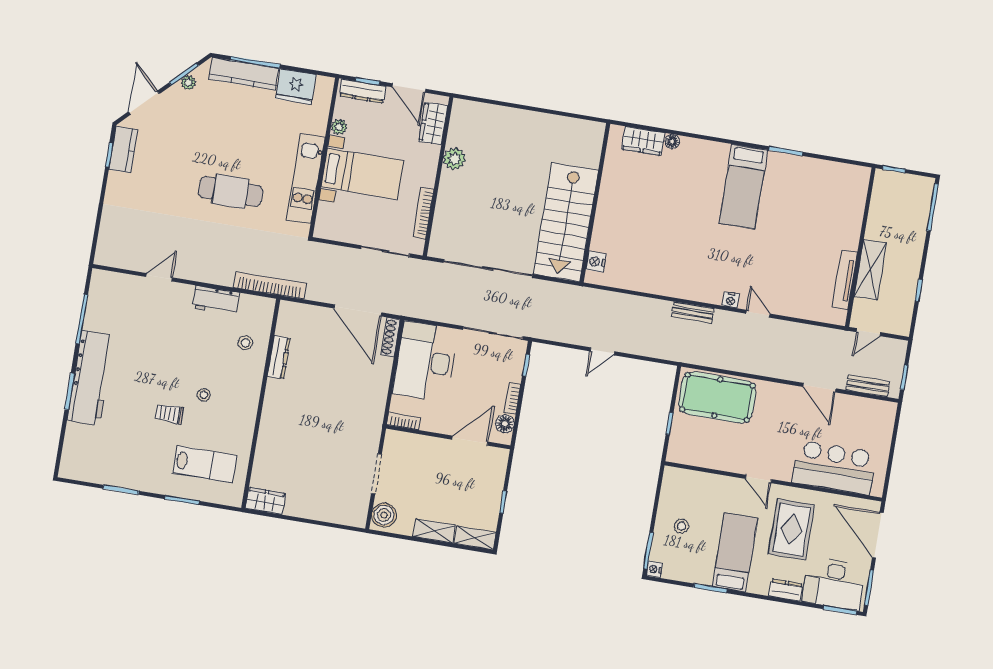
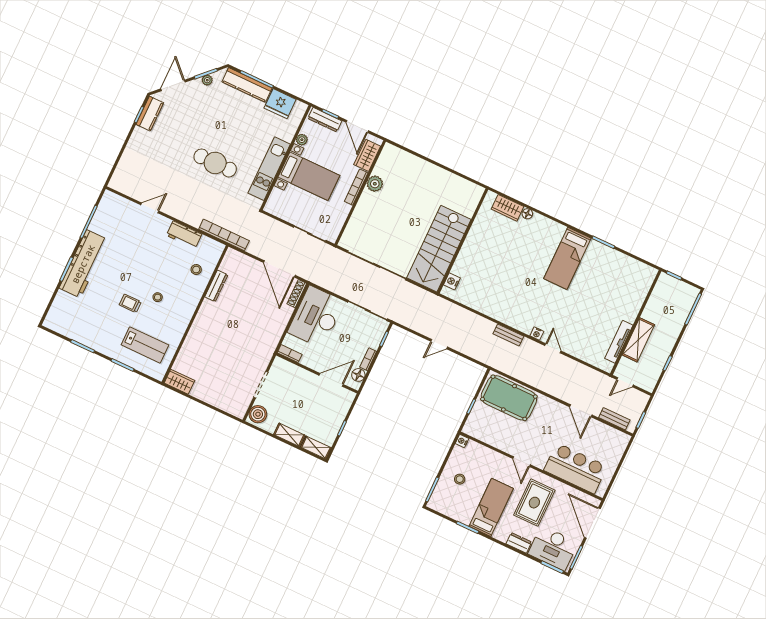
bookcase: (423, 213) -> (356, 187), moved
nightstand: (654, 569) -> (462, 441), moved

